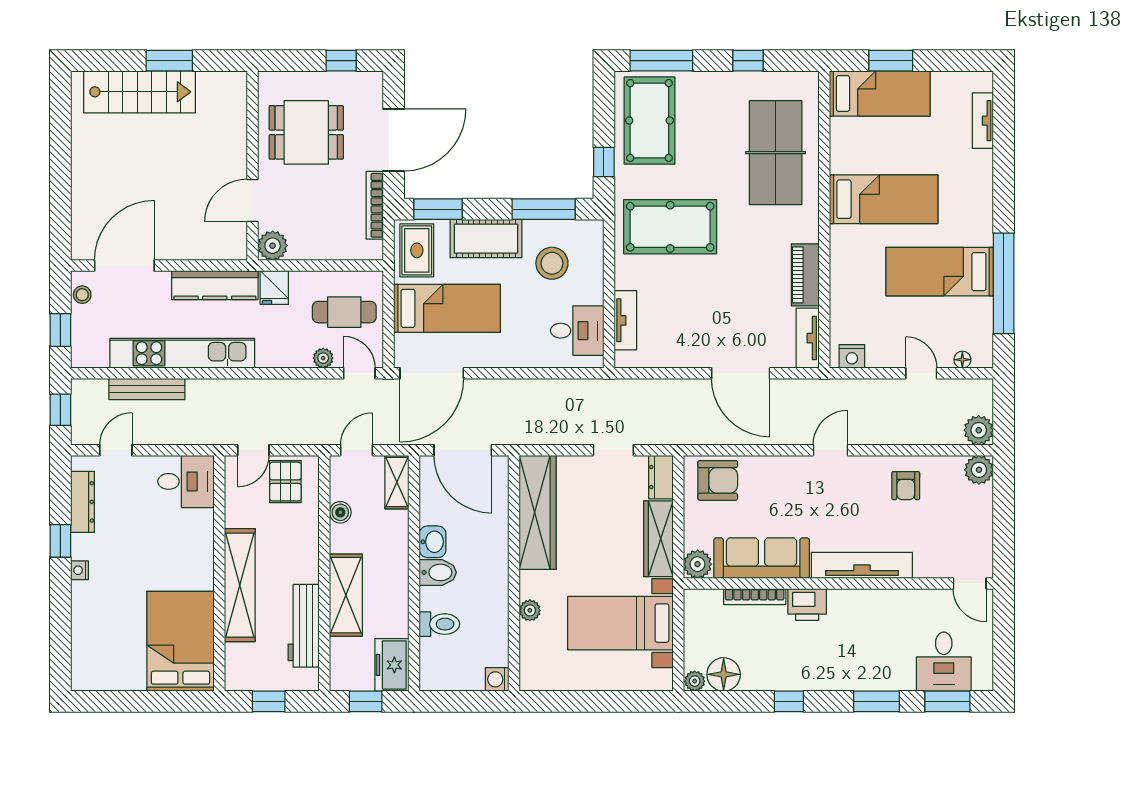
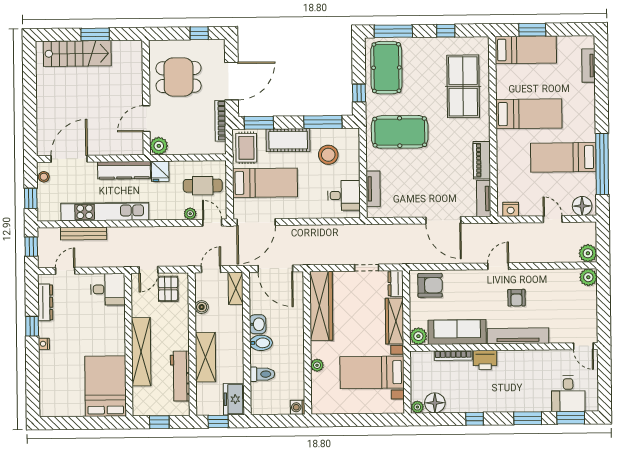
floor lamp: (962, 360) -> (582, 206), width x1.89, depth x1.89
armchair: (906, 486) -> (516, 298), moved

